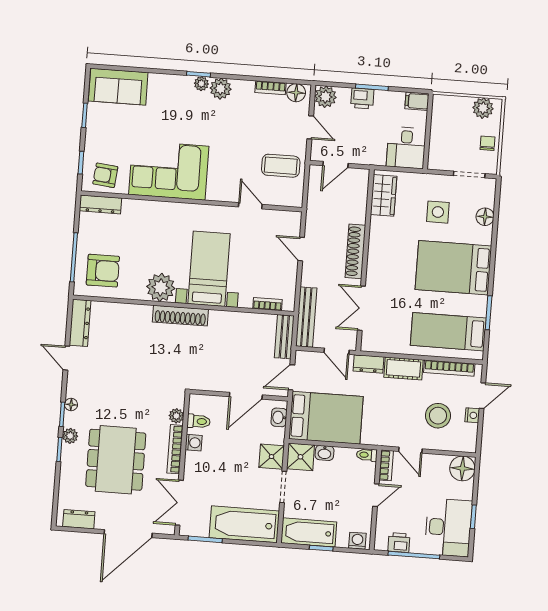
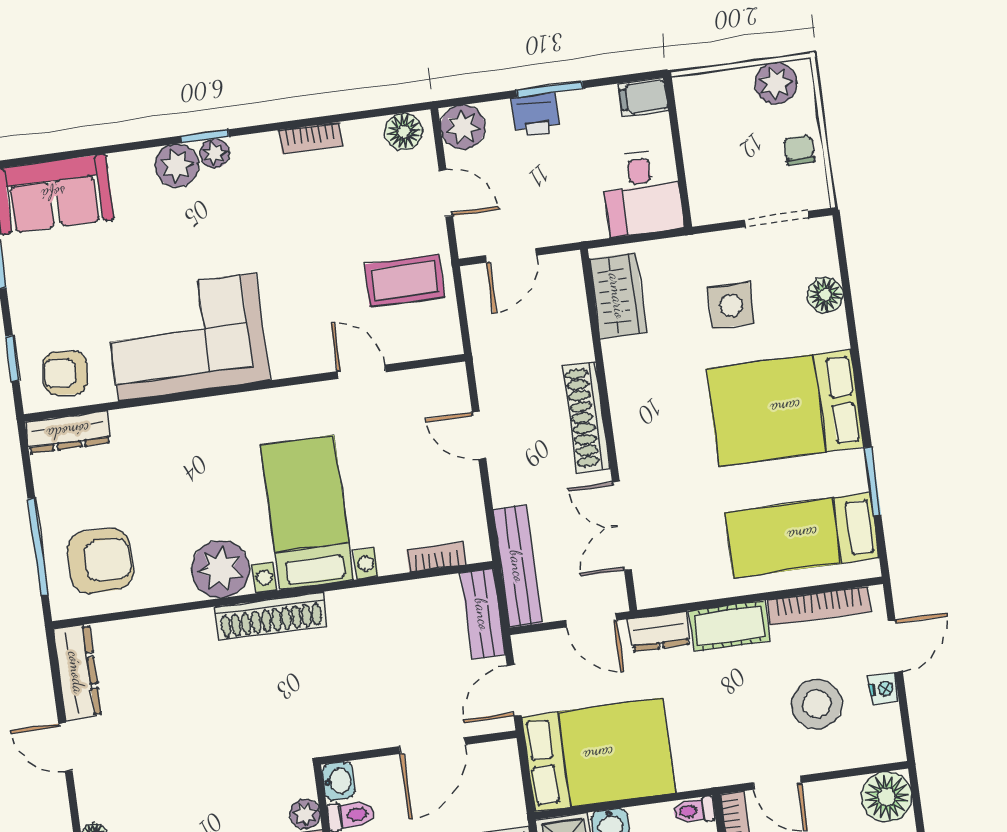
bookcase: (271, 88) -> (311, 138), moved
plant: (221, 89) -> (177, 166), moved
washbasin: (279, 417) -> (338, 781), moved, turned 180

